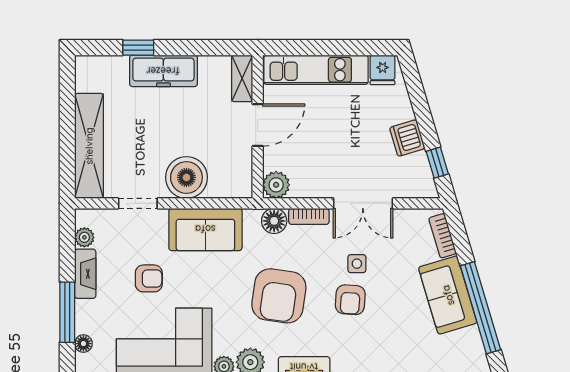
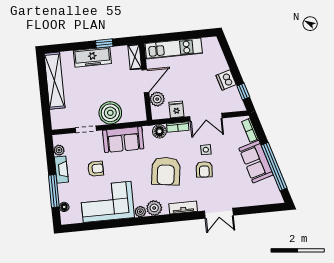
window: (138, 48) -> (104, 43), moved
fridge: (383, 70) -> (176, 109), moved, turned 180
shelving: (89, 146) -> (55, 81), moved
plant: (276, 185) -> (157, 99), moved

